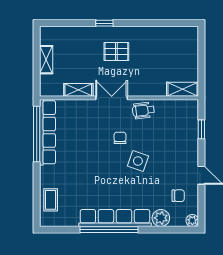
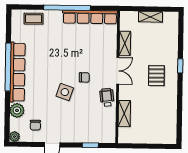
shelving: (182, 89) -> (124, 114), moved
window: (37, 134) -> (67, 8), moved

